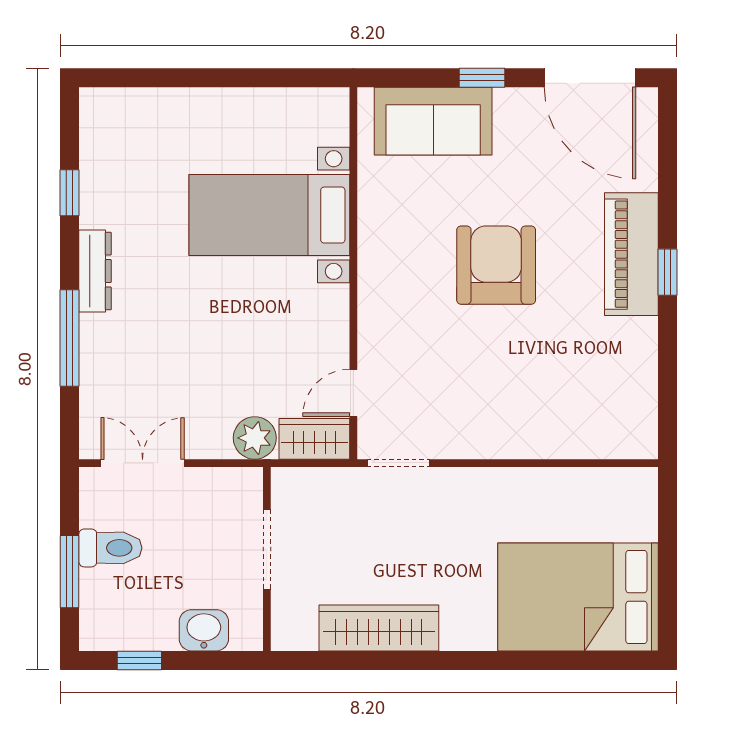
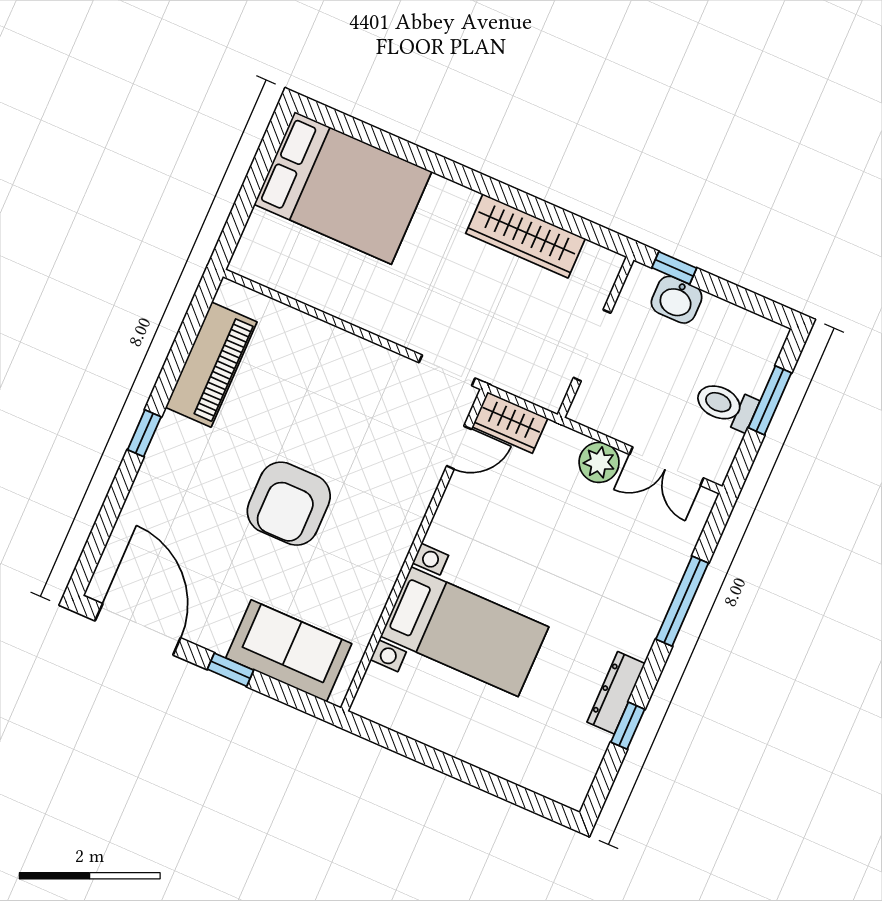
piano: (631, 254) -> (211, 365), moved
dresser: (95, 271) -> (616, 693), moved
plant: (255, 438) -> (599, 462), moved
window: (139, 660) -> (674, 268), moved

